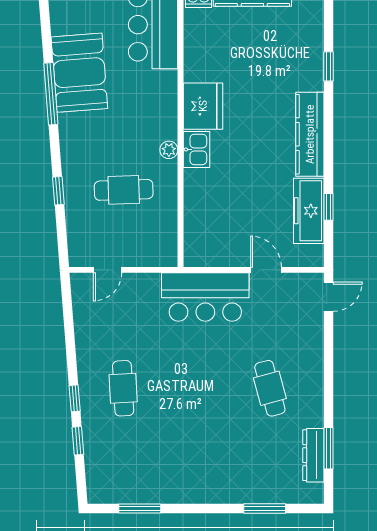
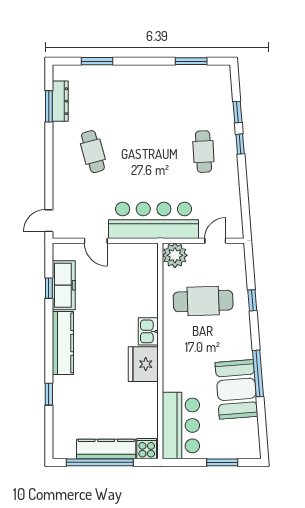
plant: (169, 150) -> (175, 255), moved, width x1.88, depth x1.88
cafe table: (124, 190) -> (203, 301), width x1.37, depth x1.35
bar counter: (205, 297) -> (154, 220), width x1.36

